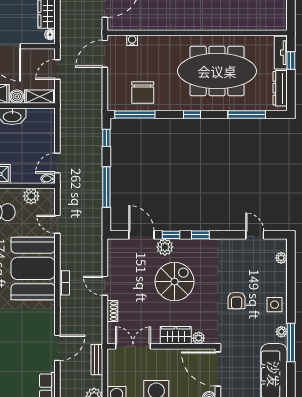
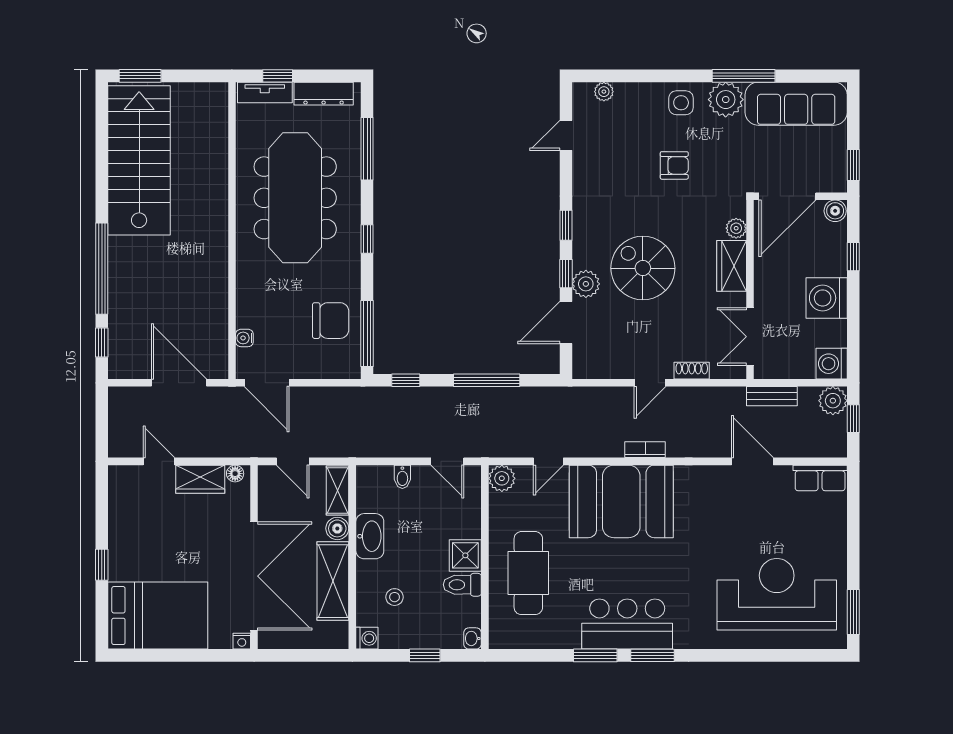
bidet: (48, 179) -> (402, 477), moved
plant: (31, 196) -> (502, 478), moved
plant: (281, 332) -> (726, 100), width x1.87, depth x1.87

